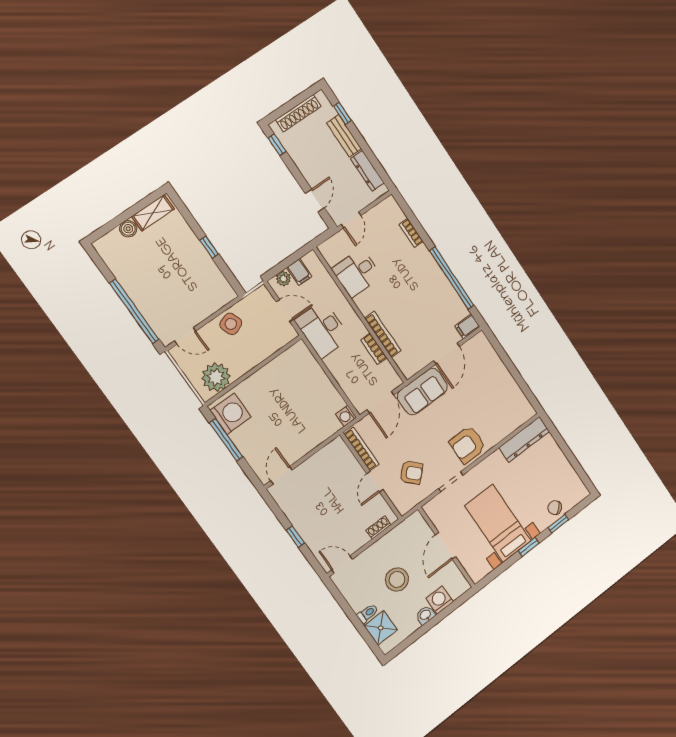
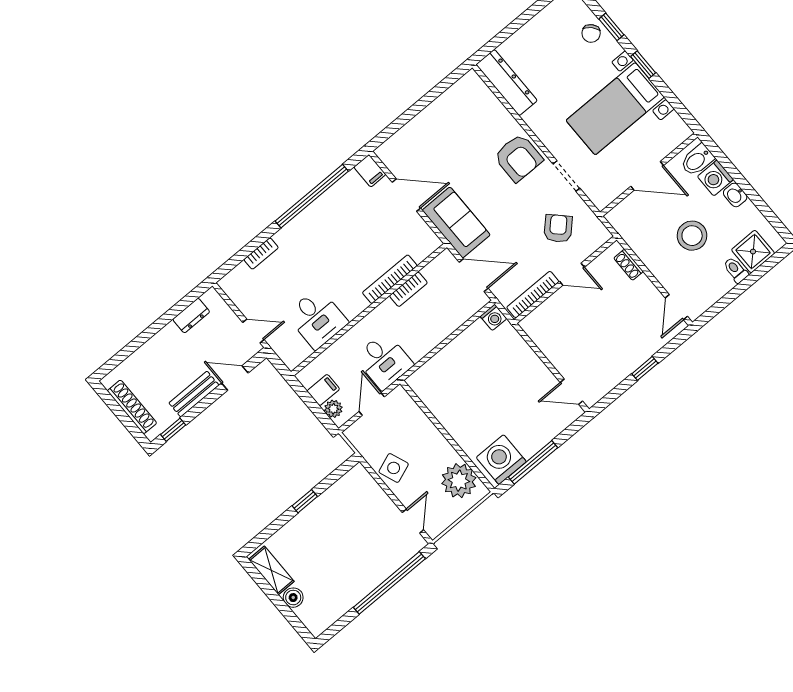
window: (342, 113) -> (125, 353), removed
bench: (344, 136) -> (194, 394), moved
dresser: (367, 171) -> (191, 316), width x0.70
desk: (322, 329) -> (384, 361), width x0.73
bidet: (454, 586) -> (697, 160), added

